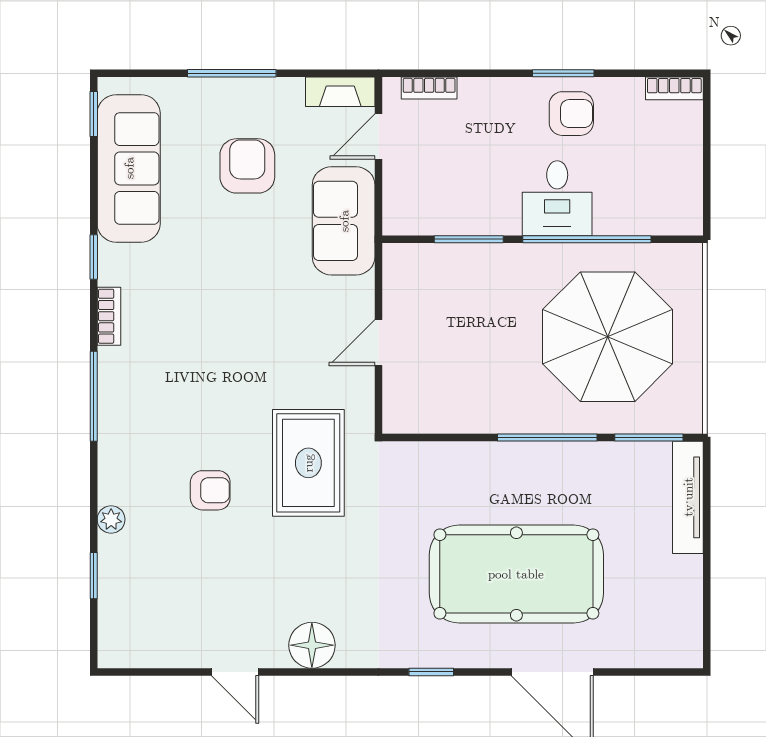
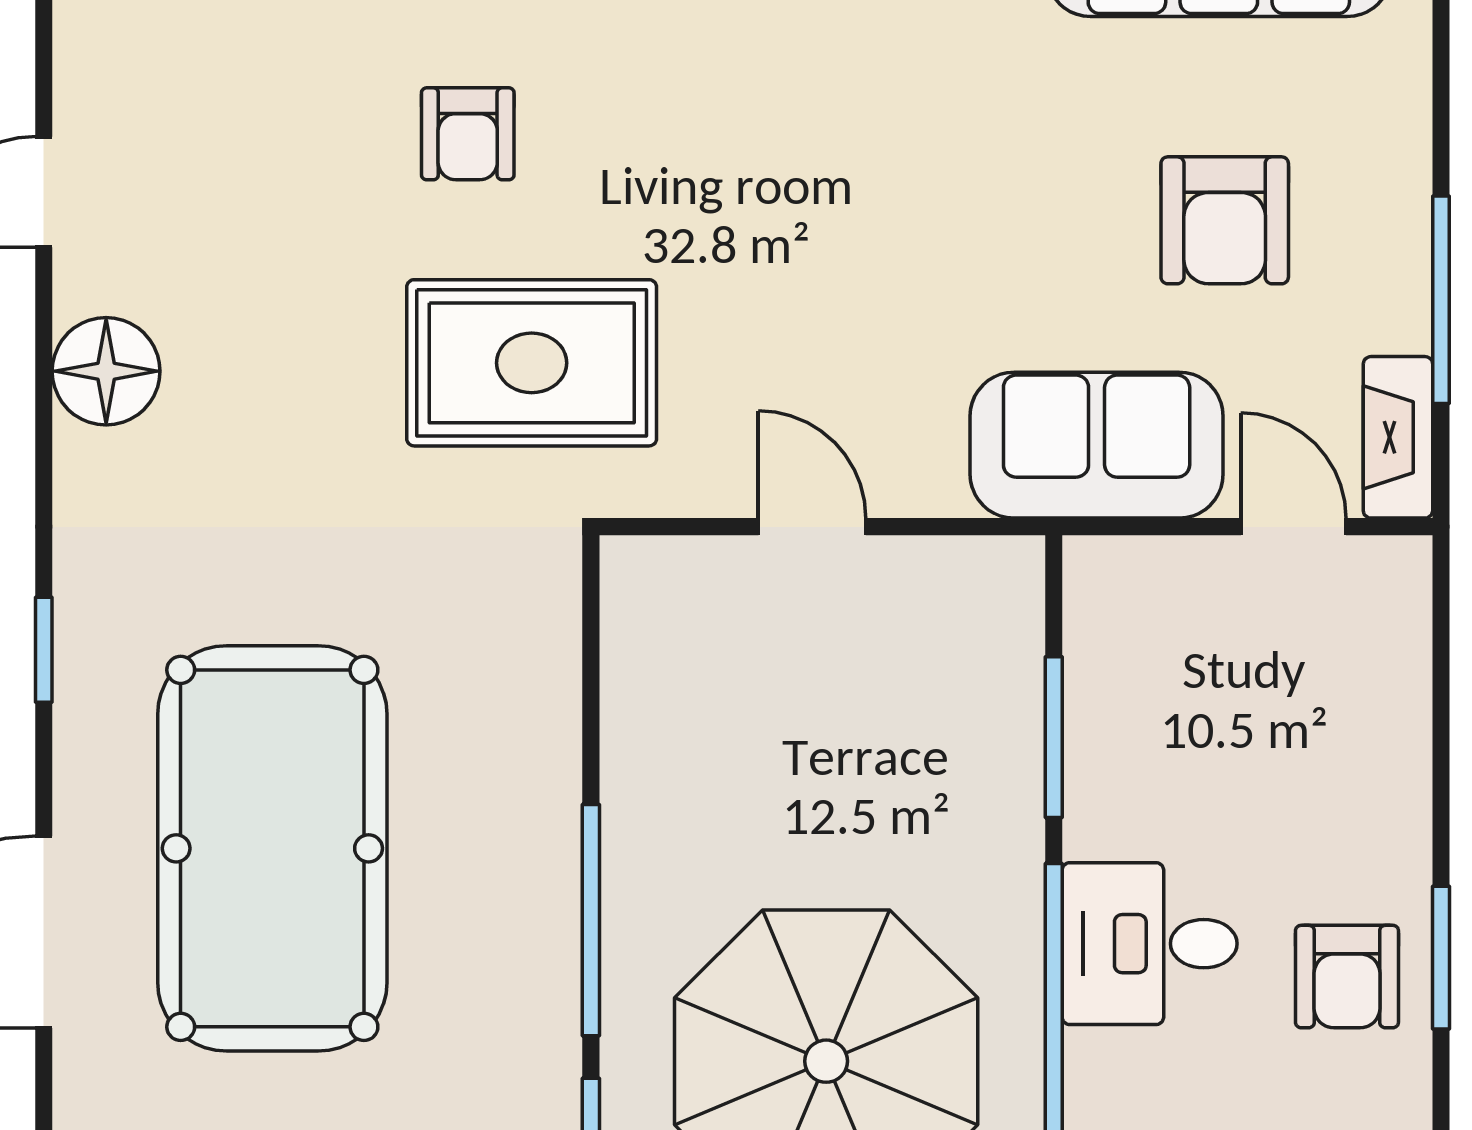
window: (232, 73) -> (1441, 300), moved
bookcase: (429, 88) -> (1407, 645), removed
armchair: (247, 166) -> (1225, 220), turned 90

